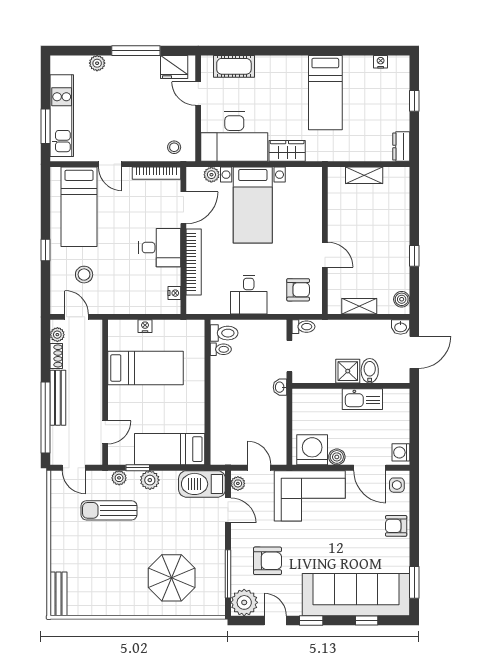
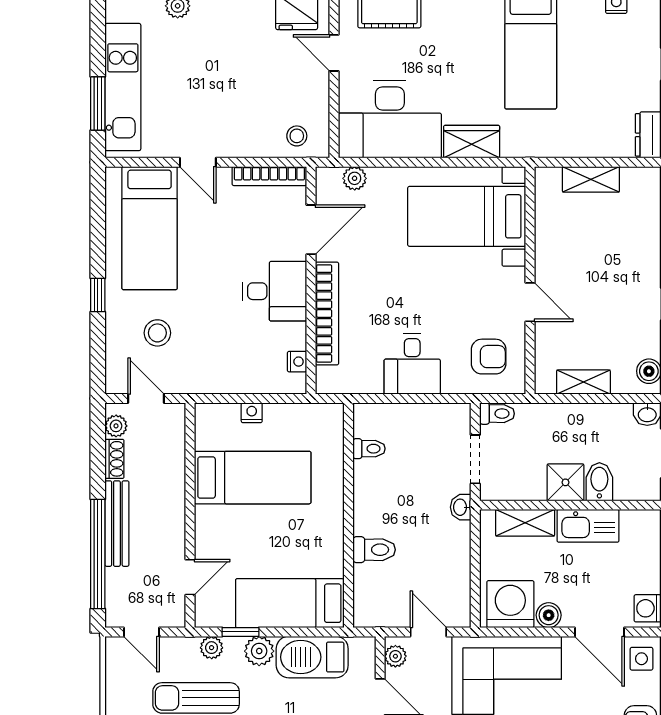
bed with nightstands: (253, 205) -> (467, 216), moved, turned 90
toilet: (224, 333) -> (374, 550), moved
shelving: (322, 397) -> (525, 523), added
barbecue: (202, 484) -> (312, 657), moved

